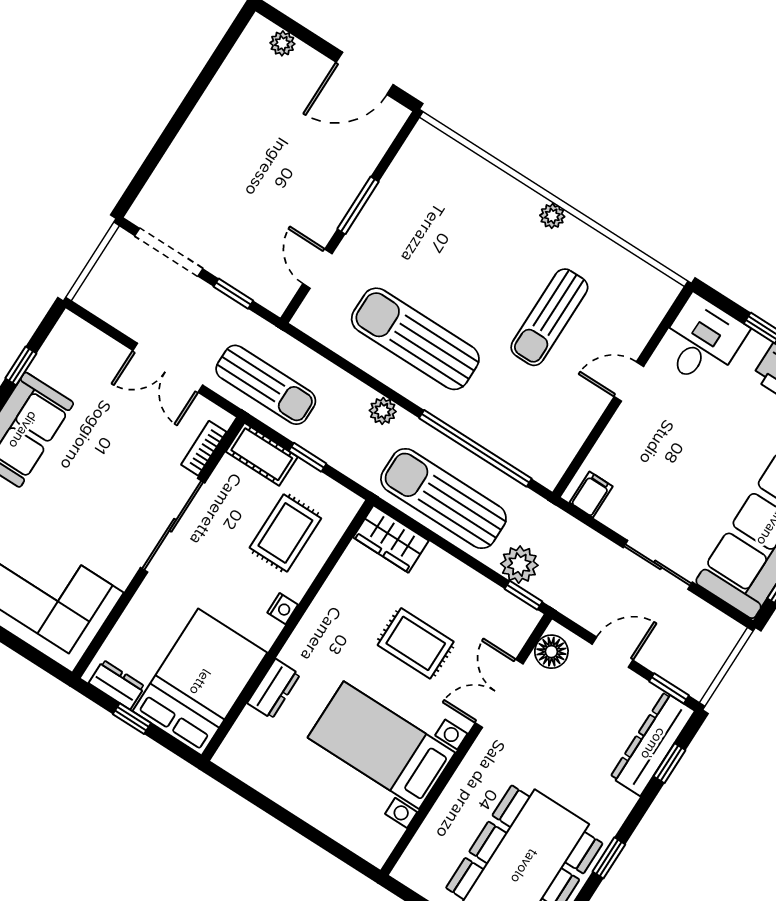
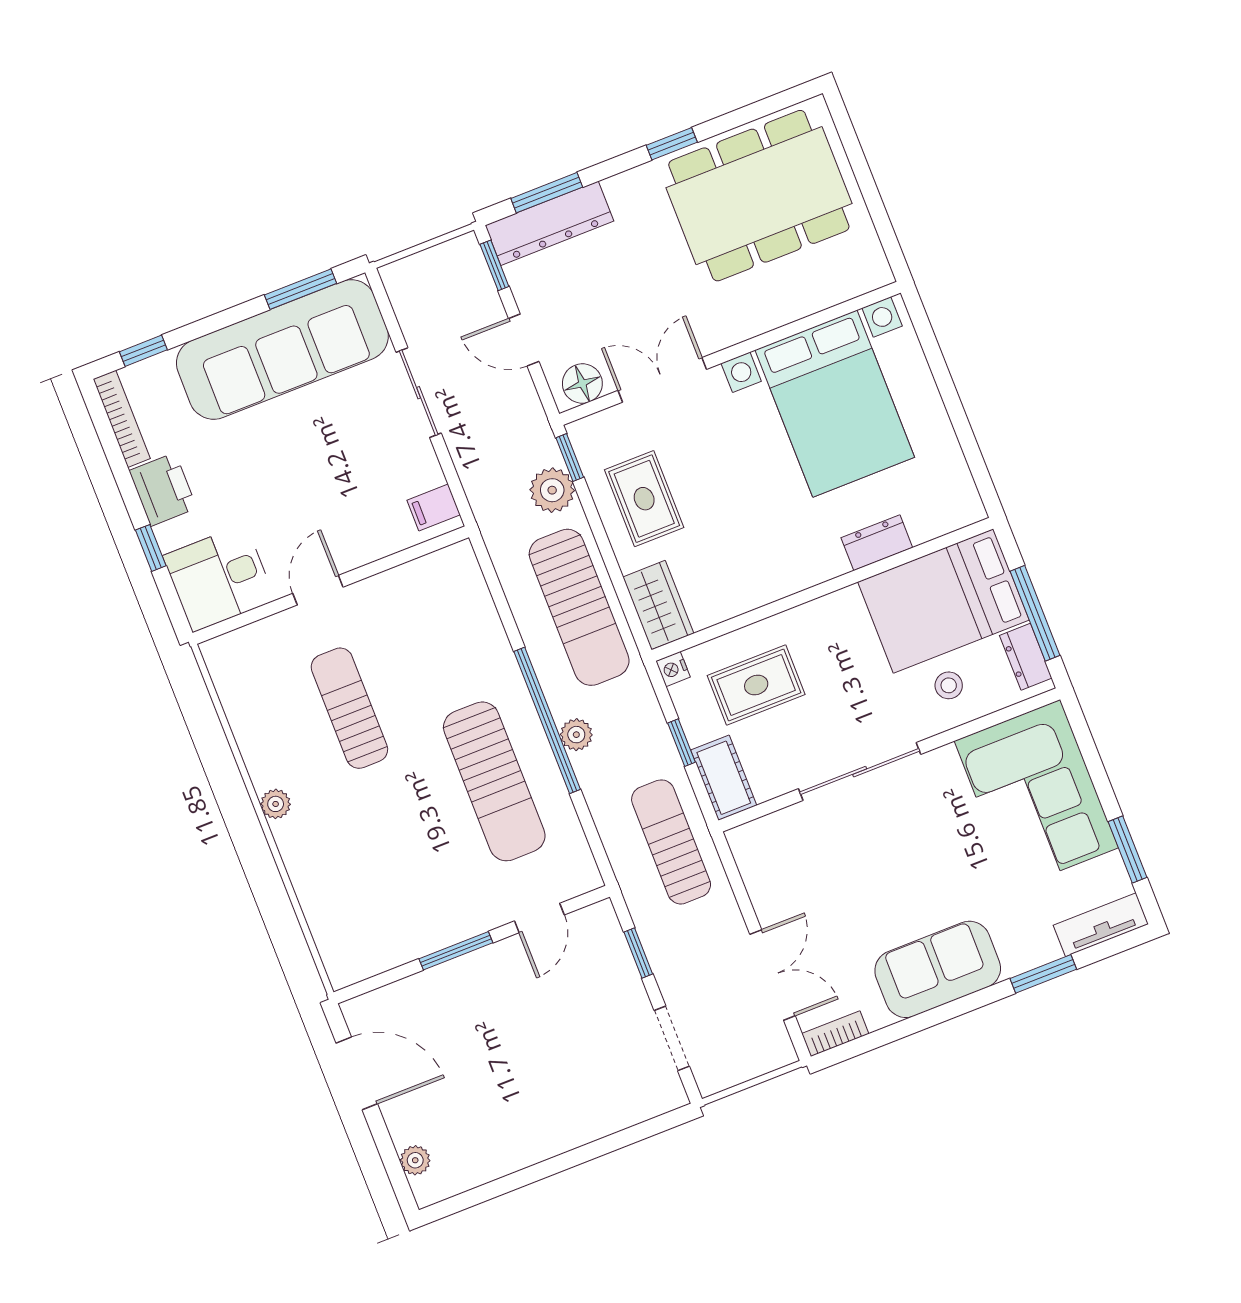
doorway: (169, 252) -> (672, 1038), width x0.73
sun lounger: (549, 317) -> (349, 708), turned -90
window: (21, 366) -> (894, 1032), removed
double door: (168, 368) -> (773, 975), moved
door: (629, 382) -> (318, 590), swing flipped
bookcase: (204, 448) -> (835, 1034), moved, turned 180
window: (475, 448) -> (547, 720), moved
nightstand: (283, 609) -> (673, 669), moved, turned -90
stool: (155, 627) -> (949, 685), added
rug: (416, 643) -> (644, 499), moved
double door: (499, 693) -> (662, 380), swing flipped
window: (132, 719) -> (1035, 613), width x2.17
bed with nightstands: (381, 745) -> (835, 404), width x1.36
window: (669, 763) -> (547, 193), width x1.50

